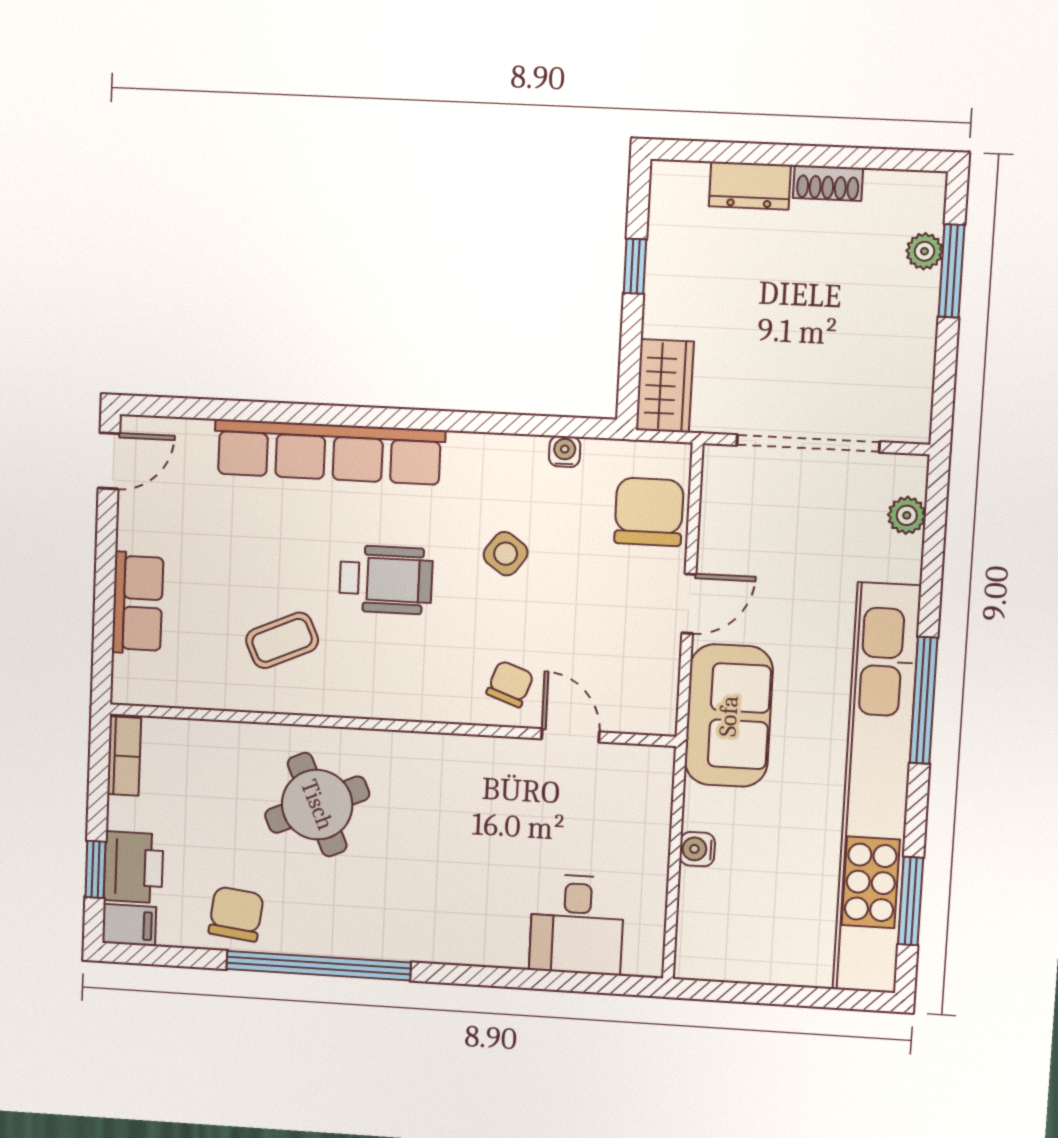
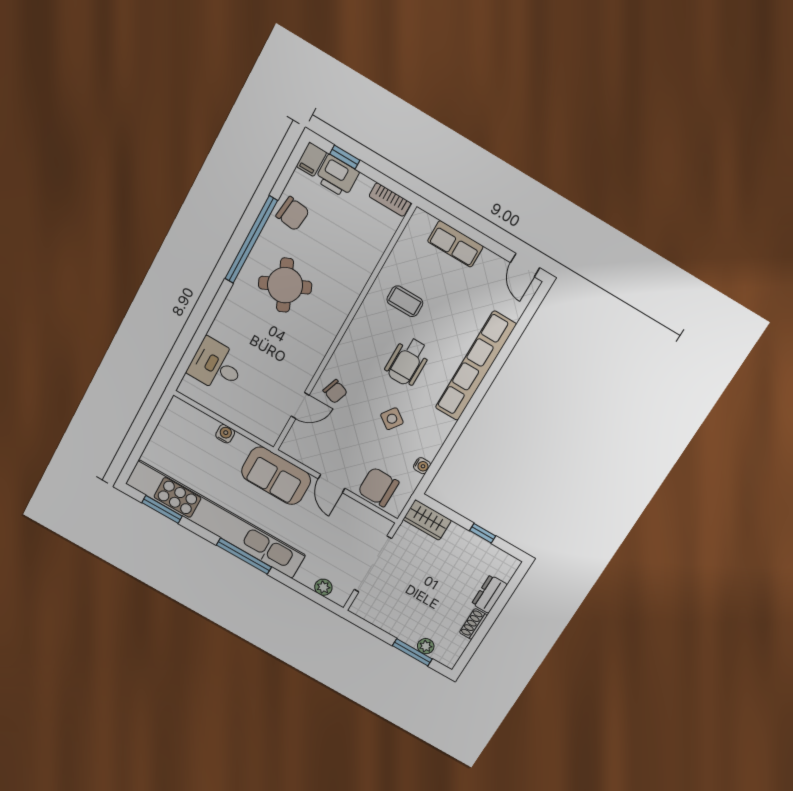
chair: (649, 512) -> (378, 487), turned 180
coffee table: (282, 640) -> (405, 301), turned -66
round table: (317, 805) -> (285, 285), moved

